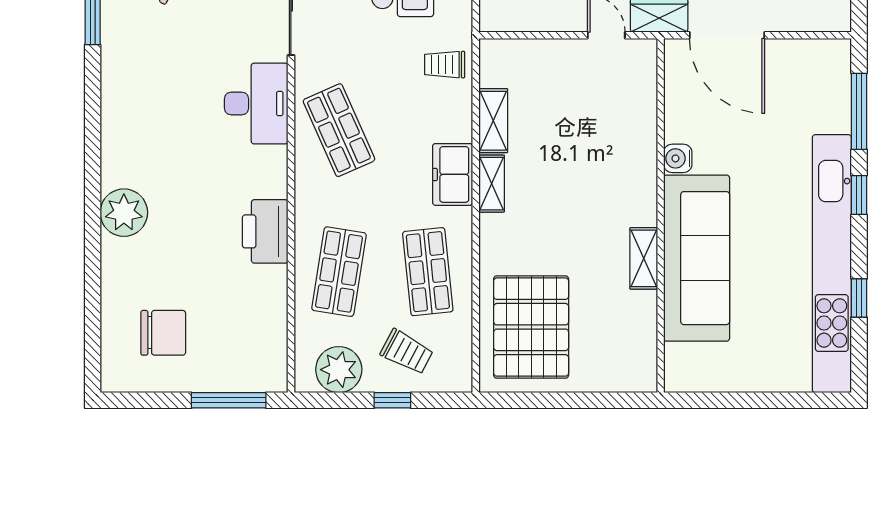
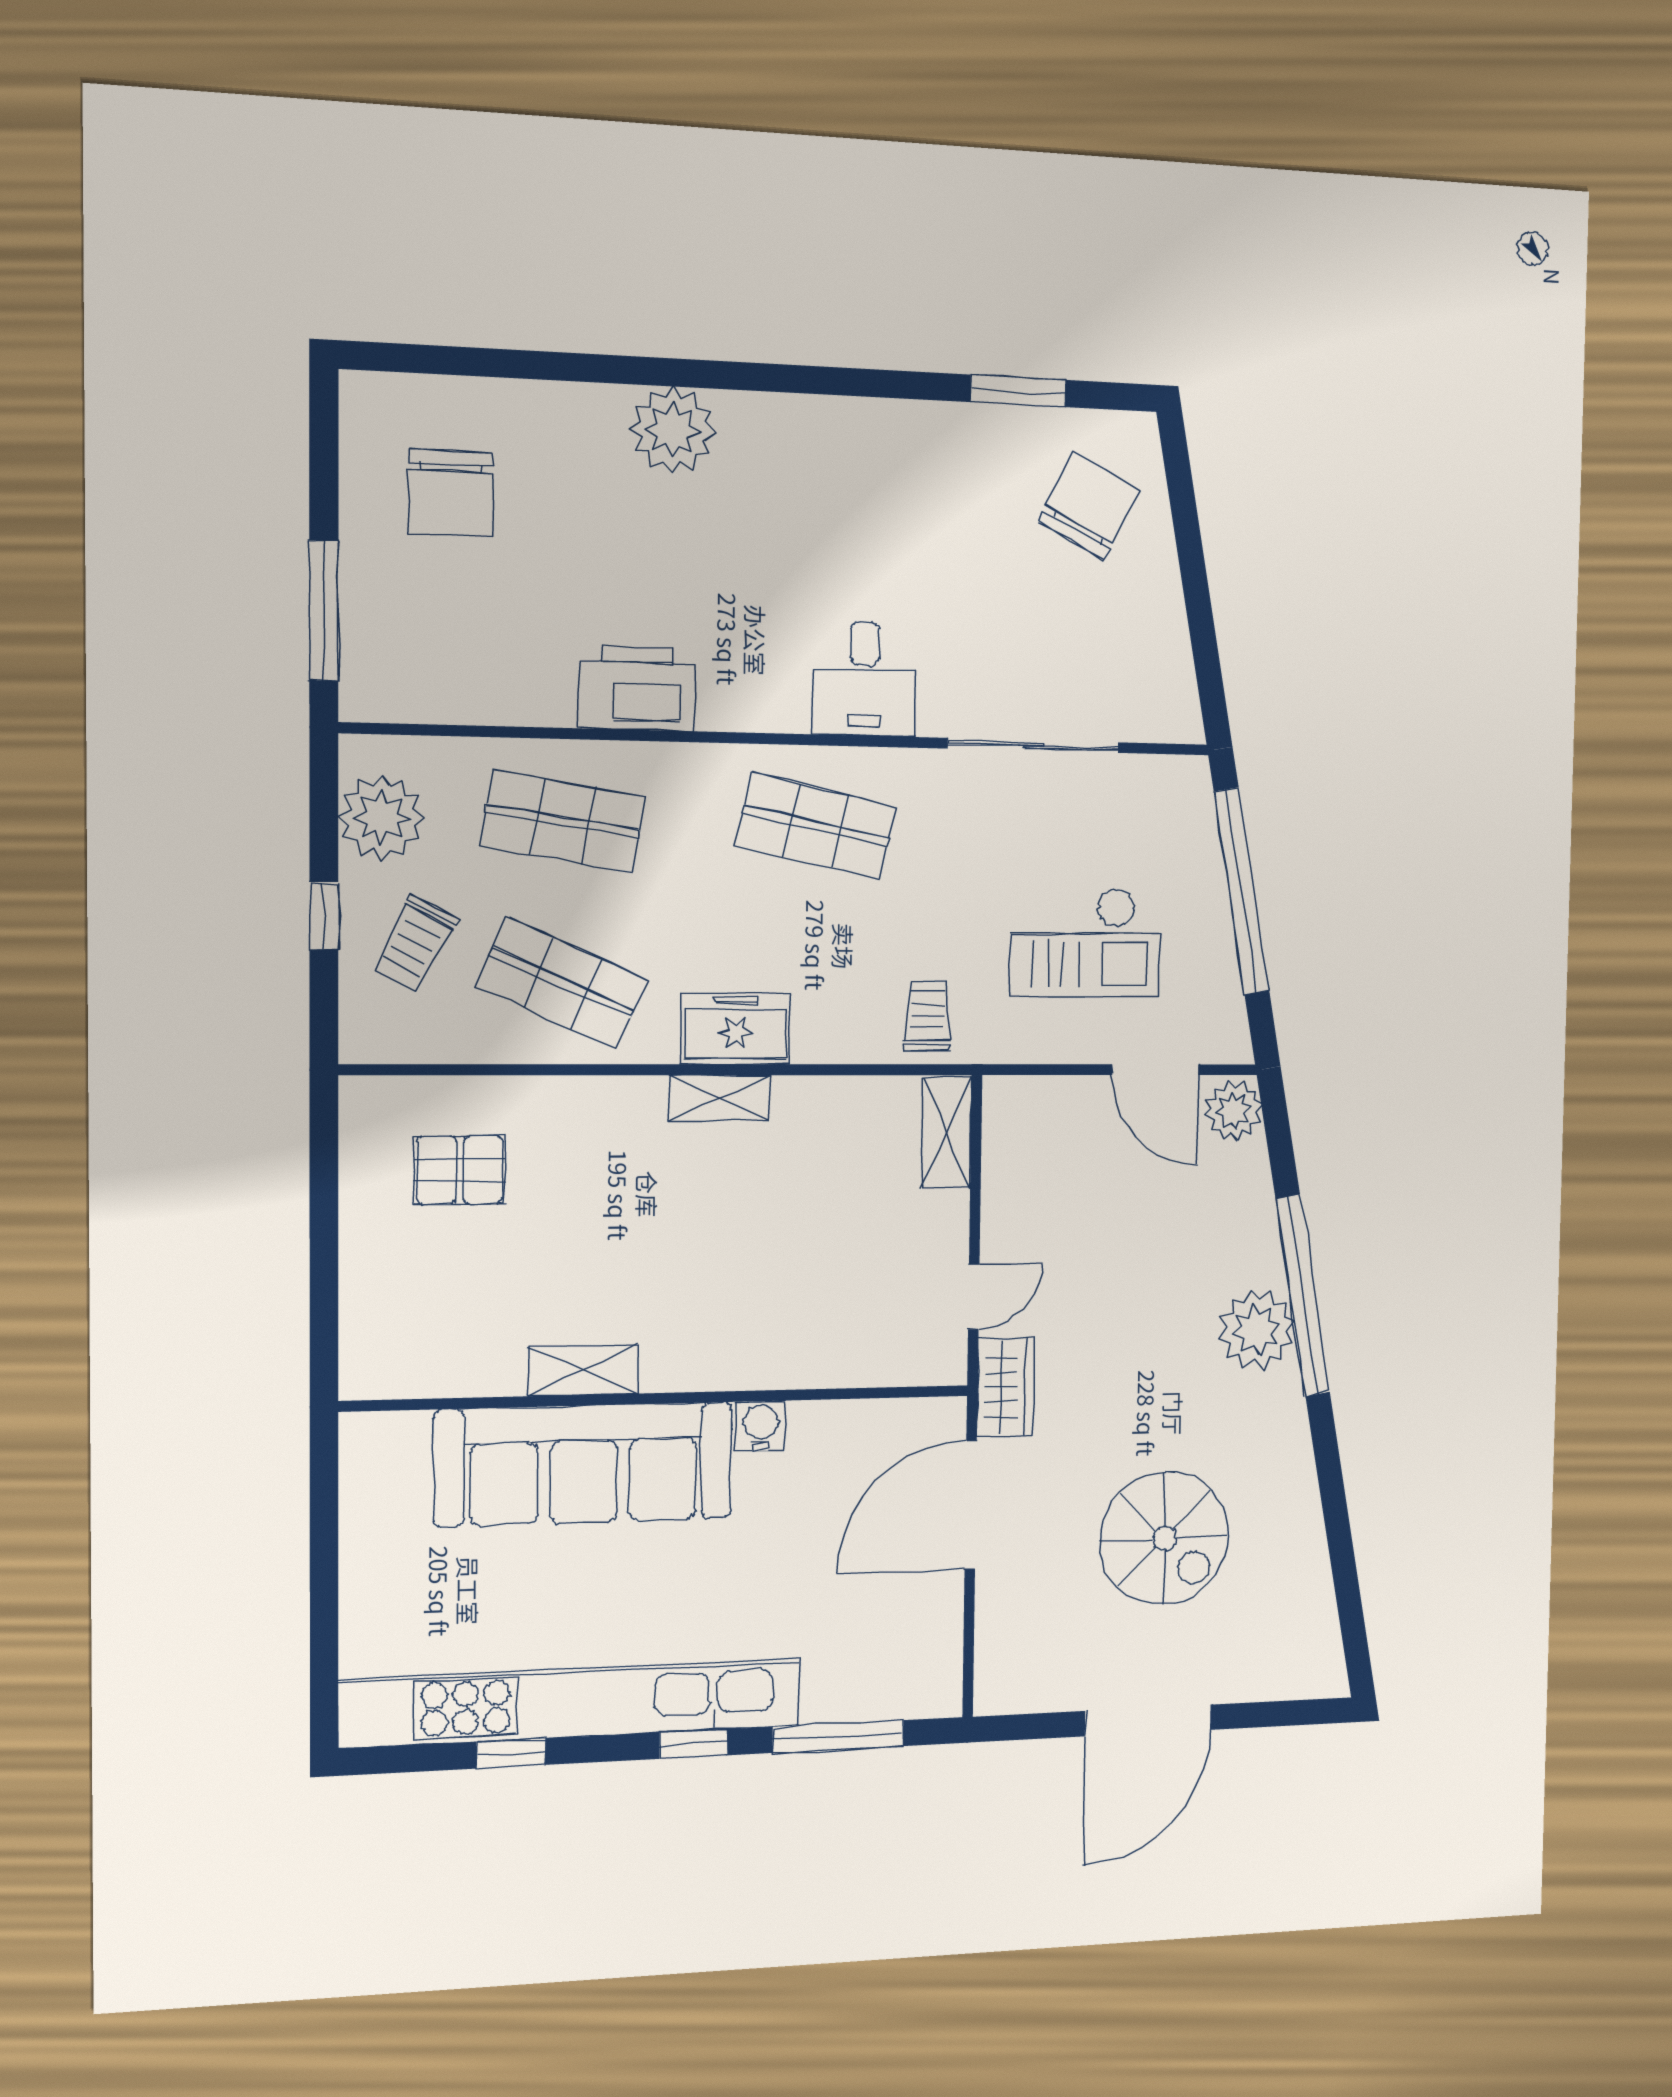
desk: (256, 104) -> (864, 679), width x0.73
shelving: (493, 121) -> (946, 1133), moved, turned 90
shop shelf: (339, 130) -> (816, 826), turned 36
shop shelf: (428, 272) -> (562, 983), turned 30
pallet: (531, 327) -> (460, 1170), width x0.49, depth x0.50

